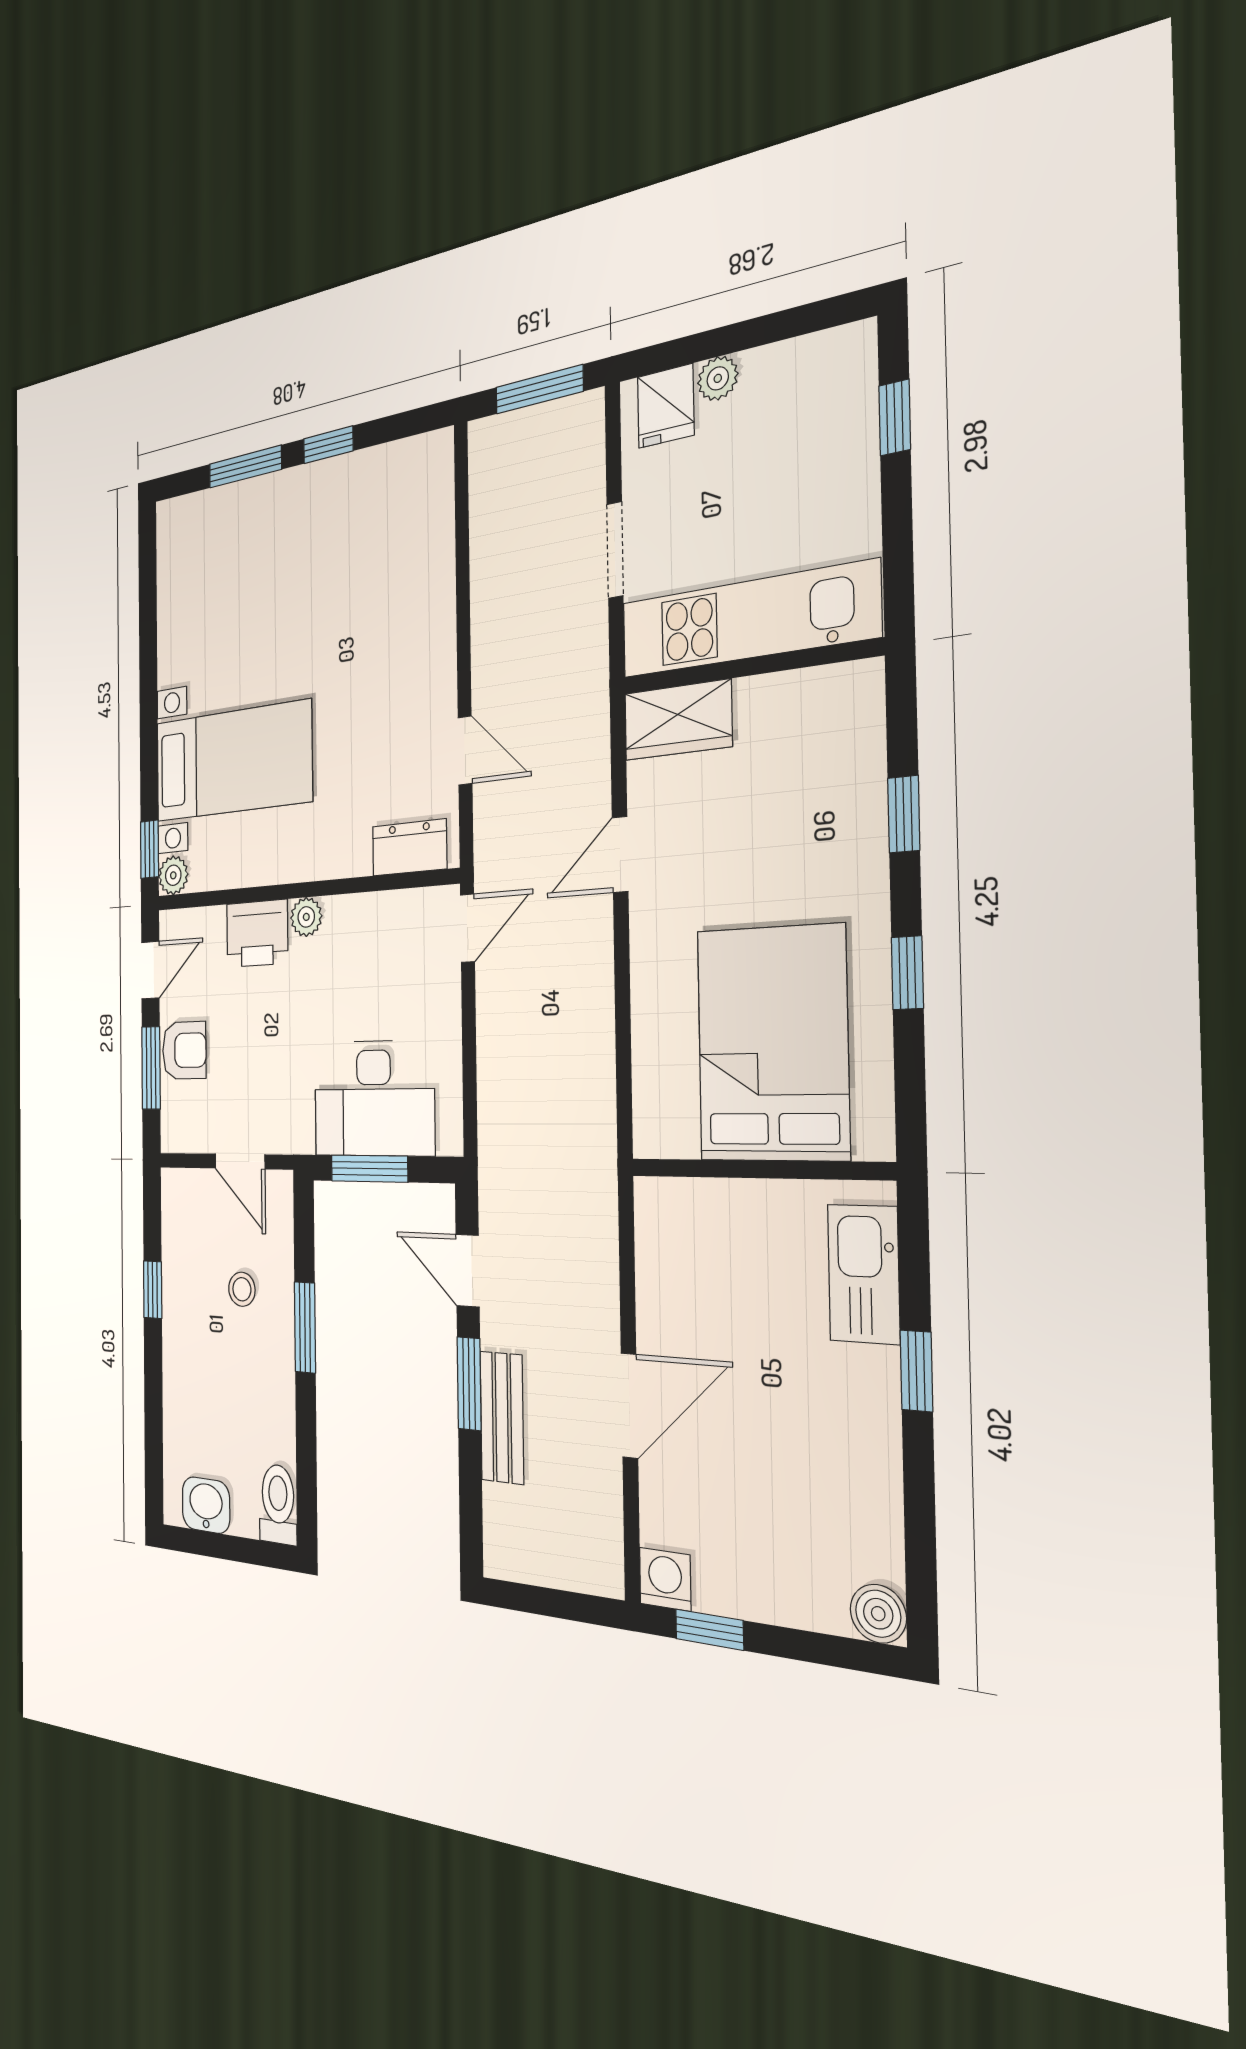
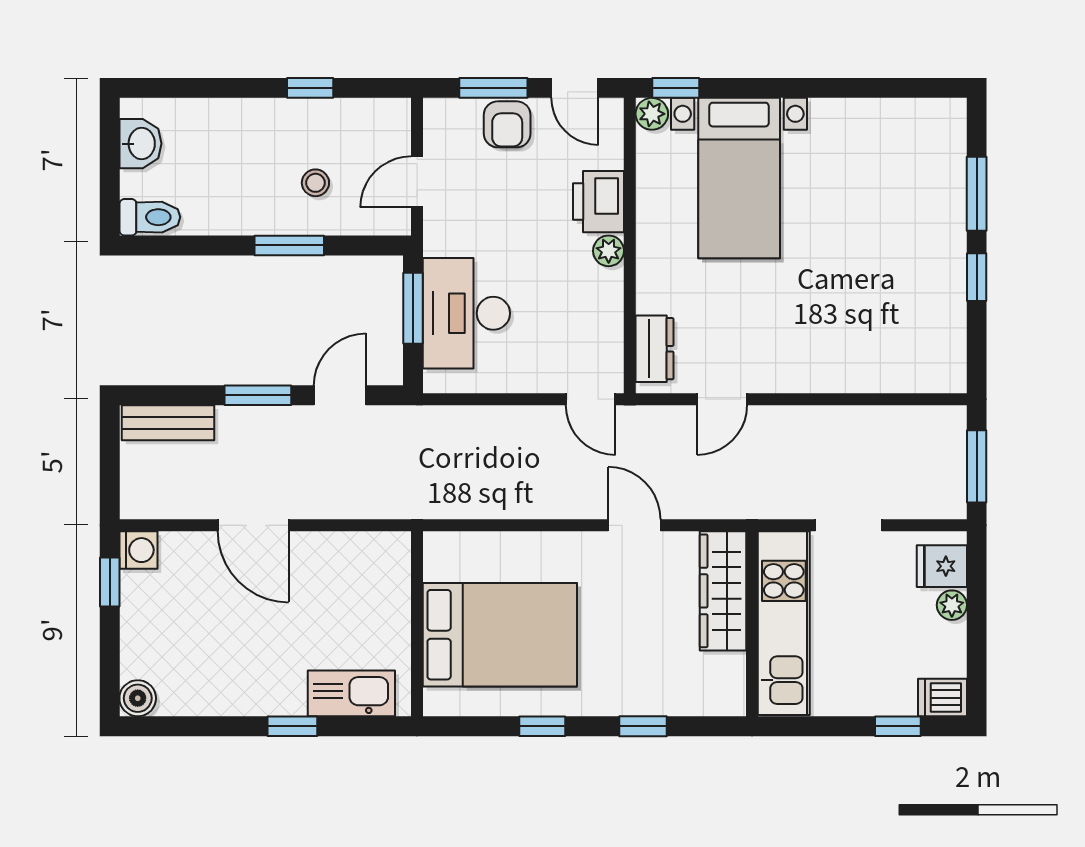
dishwasher: (850, 360) -> (942, 698), added
wardrobe: (678, 720) -> (723, 591), width x1.50
bench: (502, 1418) -> (168, 423), moved

